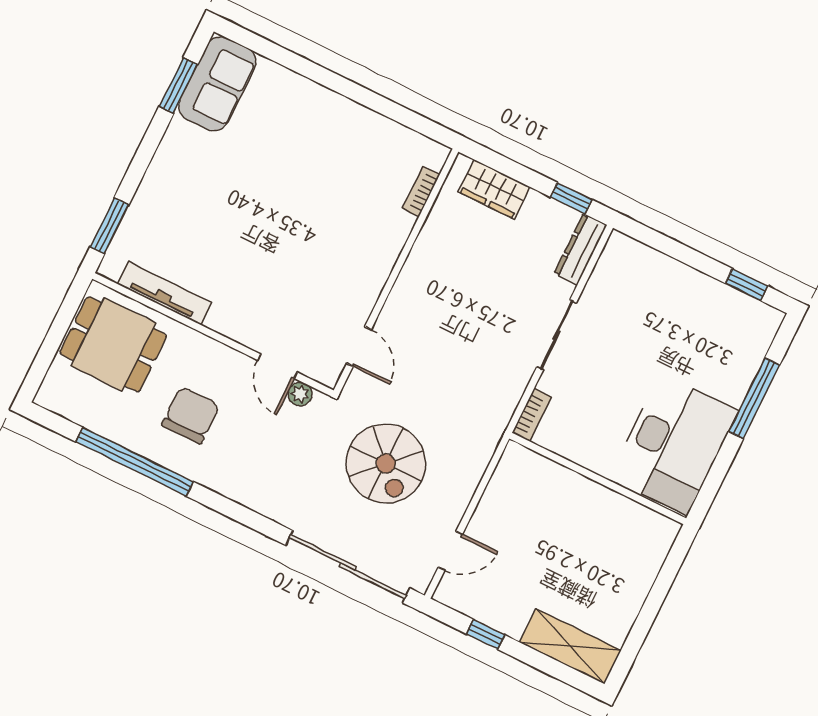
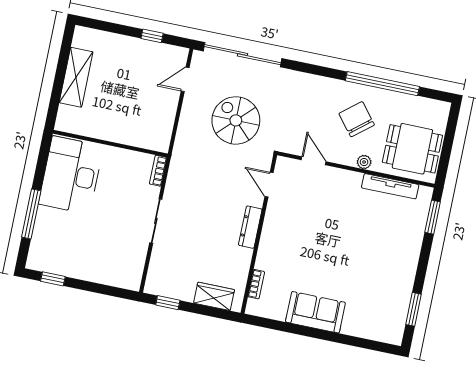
sofa: (217, 84) -> (315, 312), moved, turned 90
dresser: (581, 249) -> (250, 227), moved, turned 180
plant: (300, 394) -> (364, 162), moved
chair: (191, 415) -> (357, 119), turned 141
shelving: (570, 646) -> (76, 77), moved, turned 90

